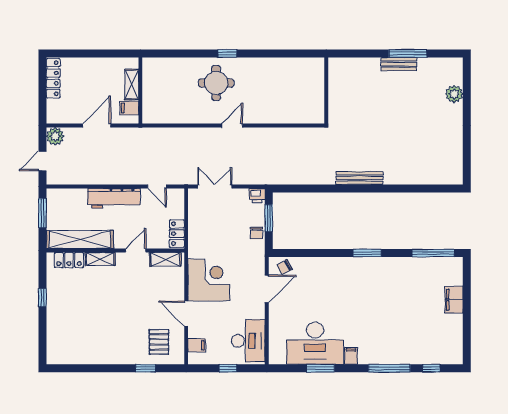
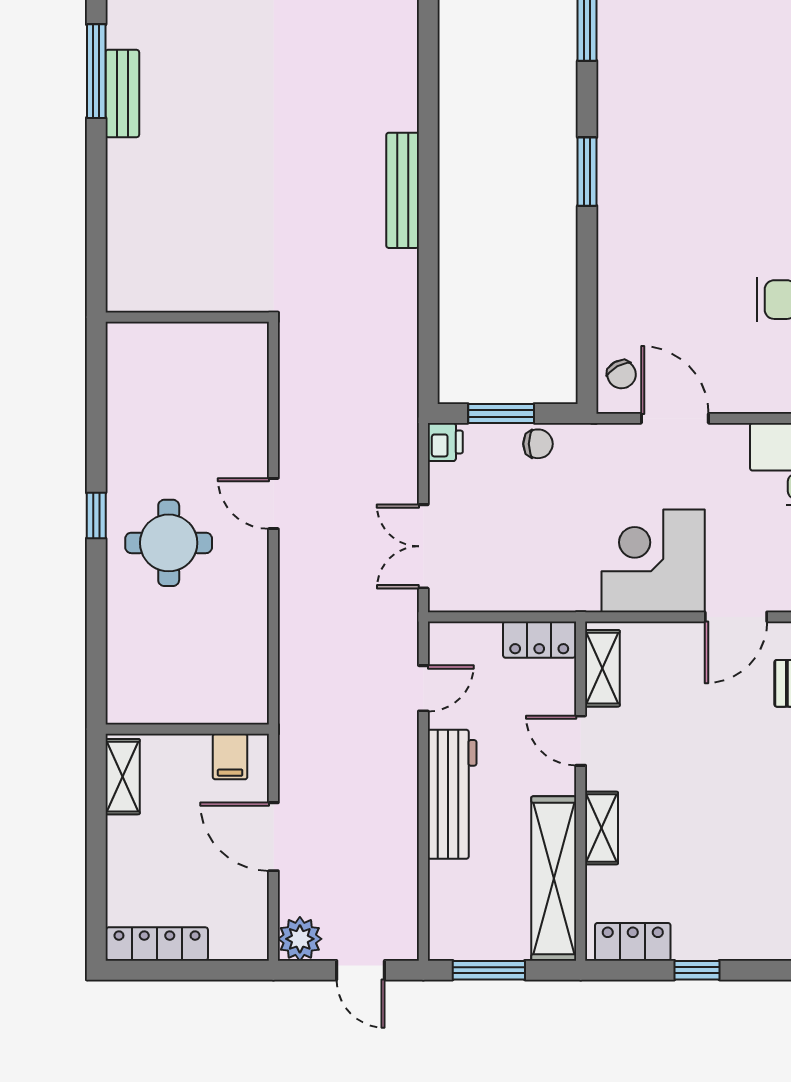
shelving: (132, 84) -> (123, 777), moved, turned 90
wall: (326, 91) -> (187, 317), moved
locker: (69, 260) -> (633, 942), moved, turned -90

